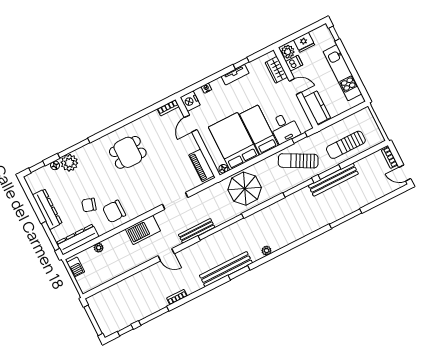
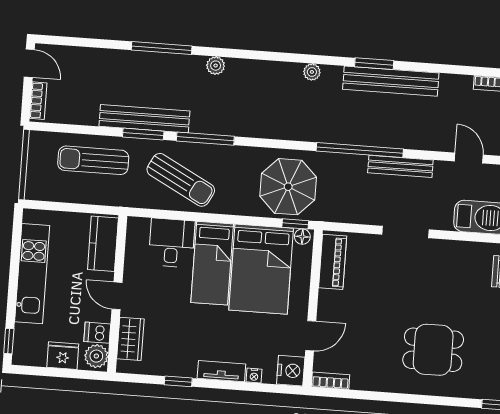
tv unit: (235, 75) -> (221, 371), moved
window: (299, 138) -> (295, 224), moved
sun lounger: (346, 145) -> (93, 160), turned 180
plant: (315, 226) -> (216, 66), added

